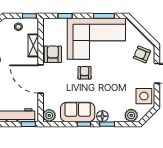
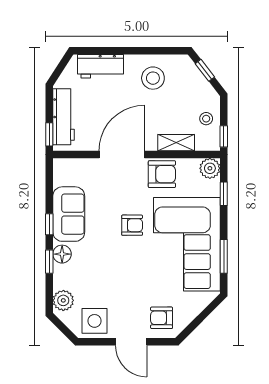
armchair: (142, 54) -> (162, 318), turned -112
plant: (49, 115) -> (210, 168), moved

